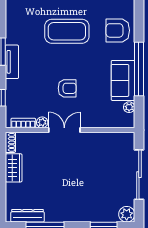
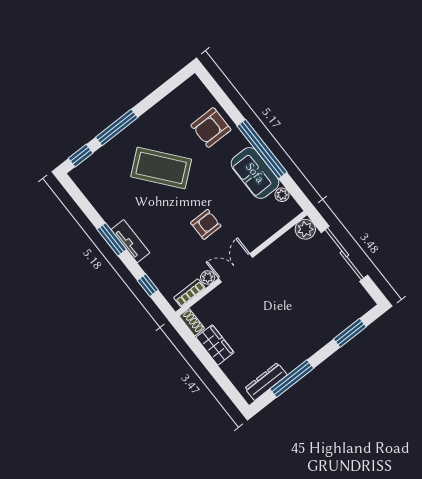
coffee table: (67, 31) -> (161, 168), turned 51
plant: (127, 214) -> (305, 229), moved

